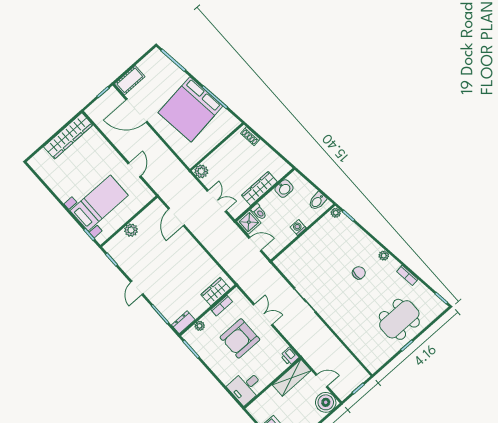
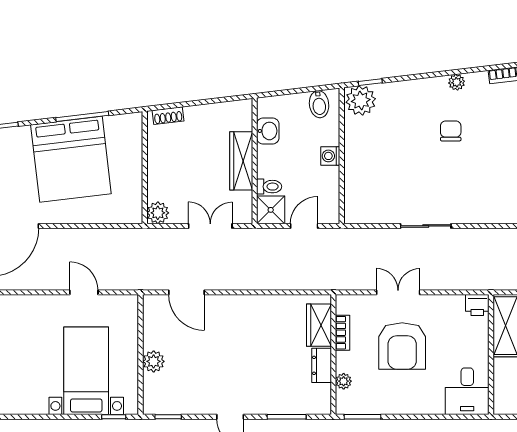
plant: (336, 213) -> (361, 101), width x1.87, depth x1.87
dresser: (183, 322) -> (322, 365), moved

